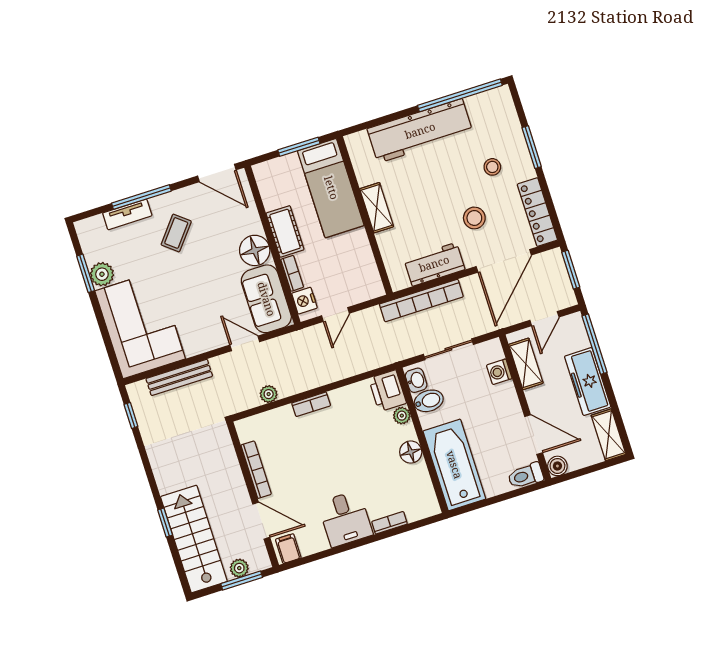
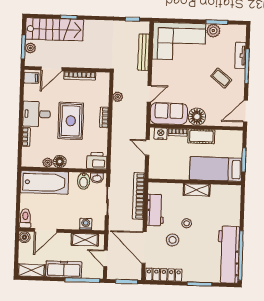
workbench: (420, 131) -> (228, 255), moved
stool: (492, 167) -> (187, 223), moved
plant: (402, 416) -> (48, 163), moved
rug: (336, 458) -> (71, 121), added

